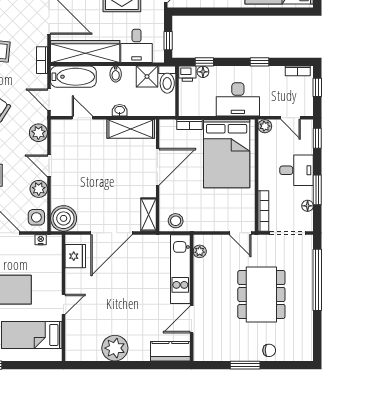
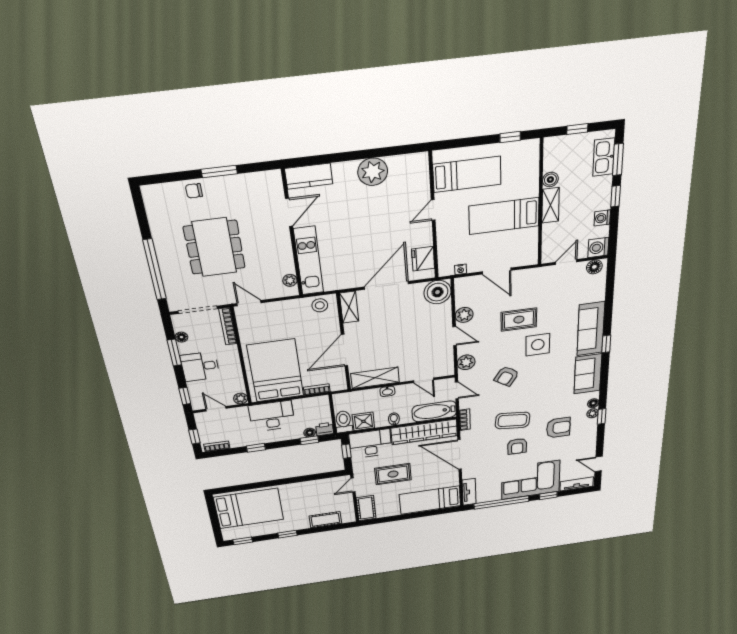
desk: (137, 46) -> (370, 444), width x1.37
side table: (36, 217) -> (466, 289), removed

